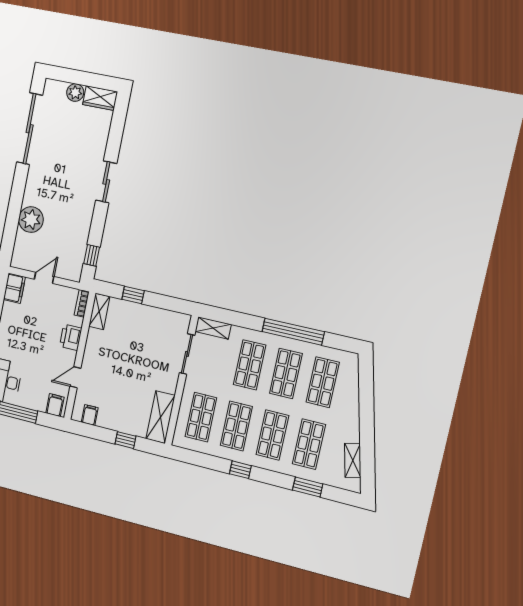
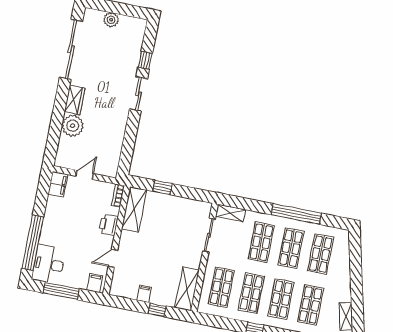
wardrobe: (100, 98) -> (75, 100), moved, turned -90
window: (92, 255) -> (145, 60), moved
shelving: (99, 311) -> (134, 209), width x1.50, depth x1.33
filing cabinet: (90, 415) -> (144, 294), moved

